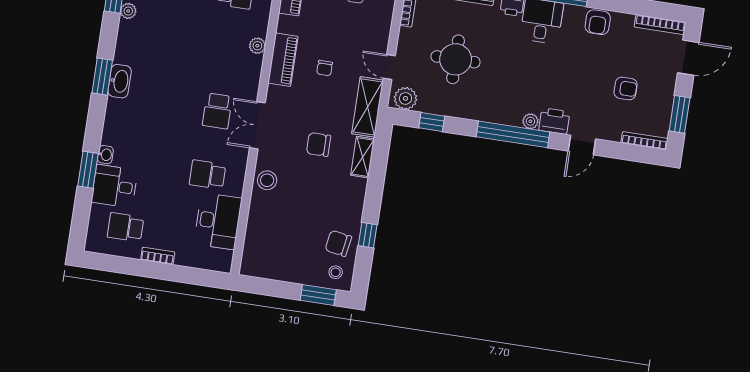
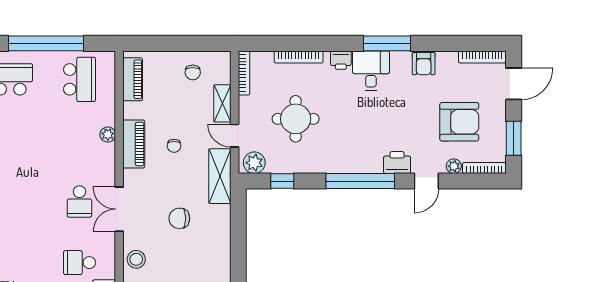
armchair: (626, 88) -> (459, 122), width x1.88, depth x1.88
plant: (530, 121) -> (454, 166), moved
shelving: (363, 157) -> (222, 103), moved

